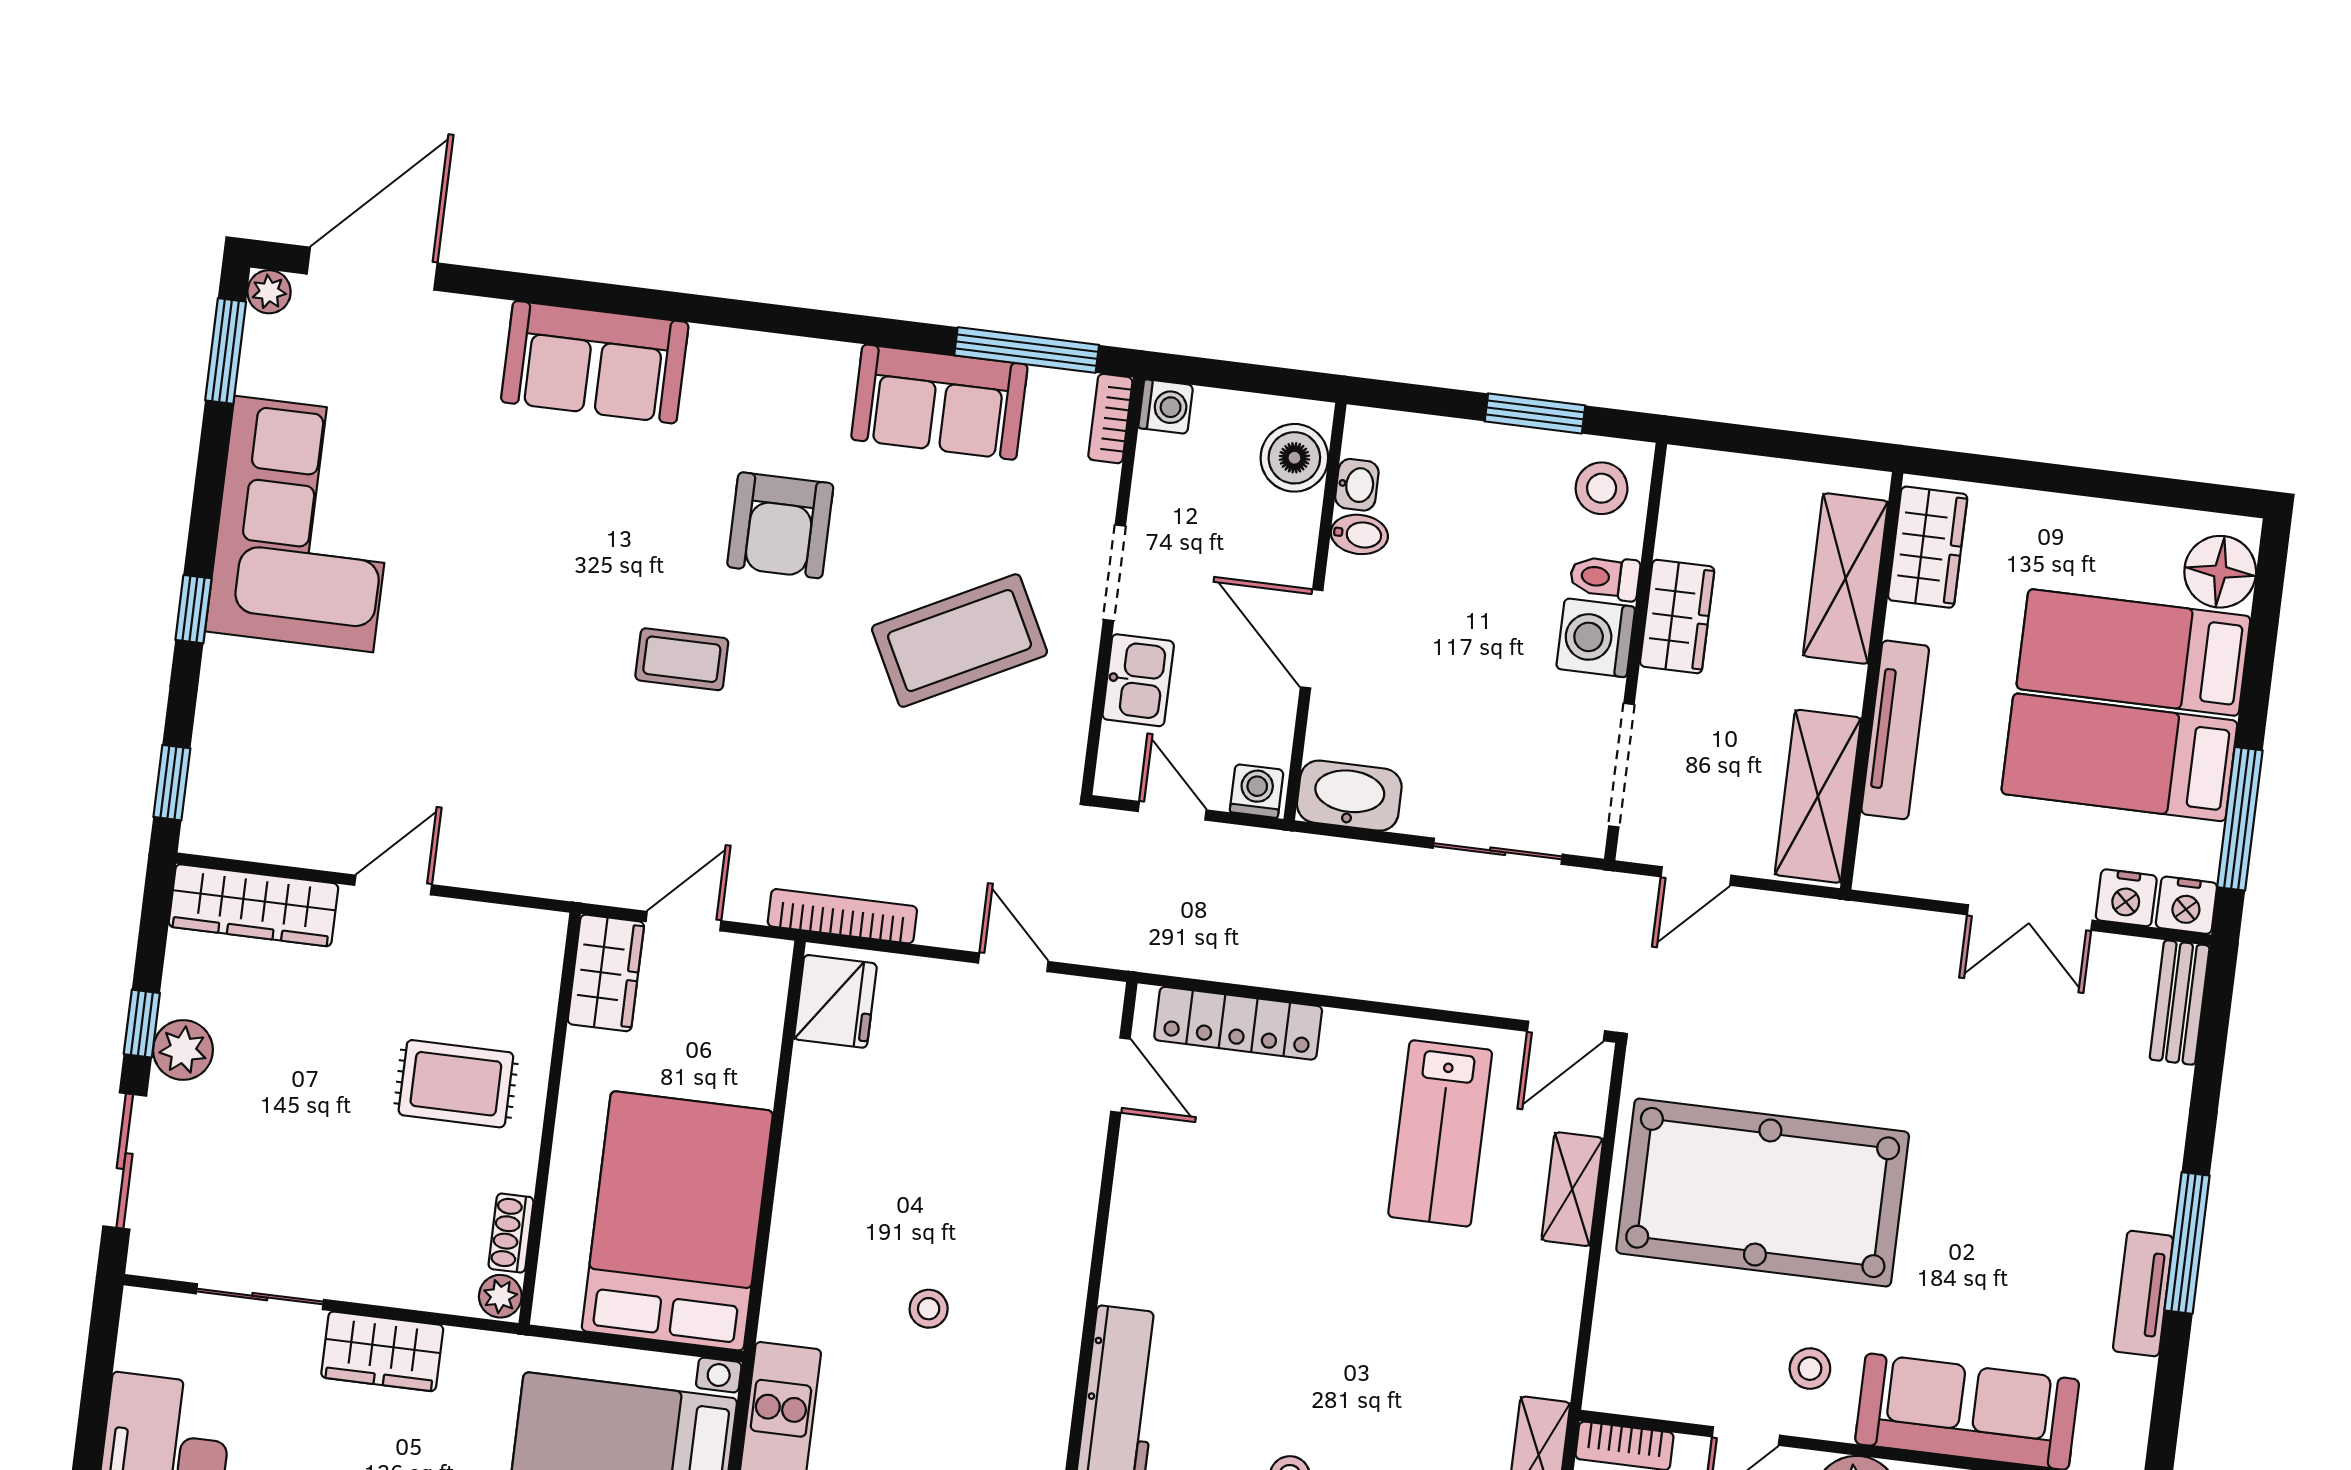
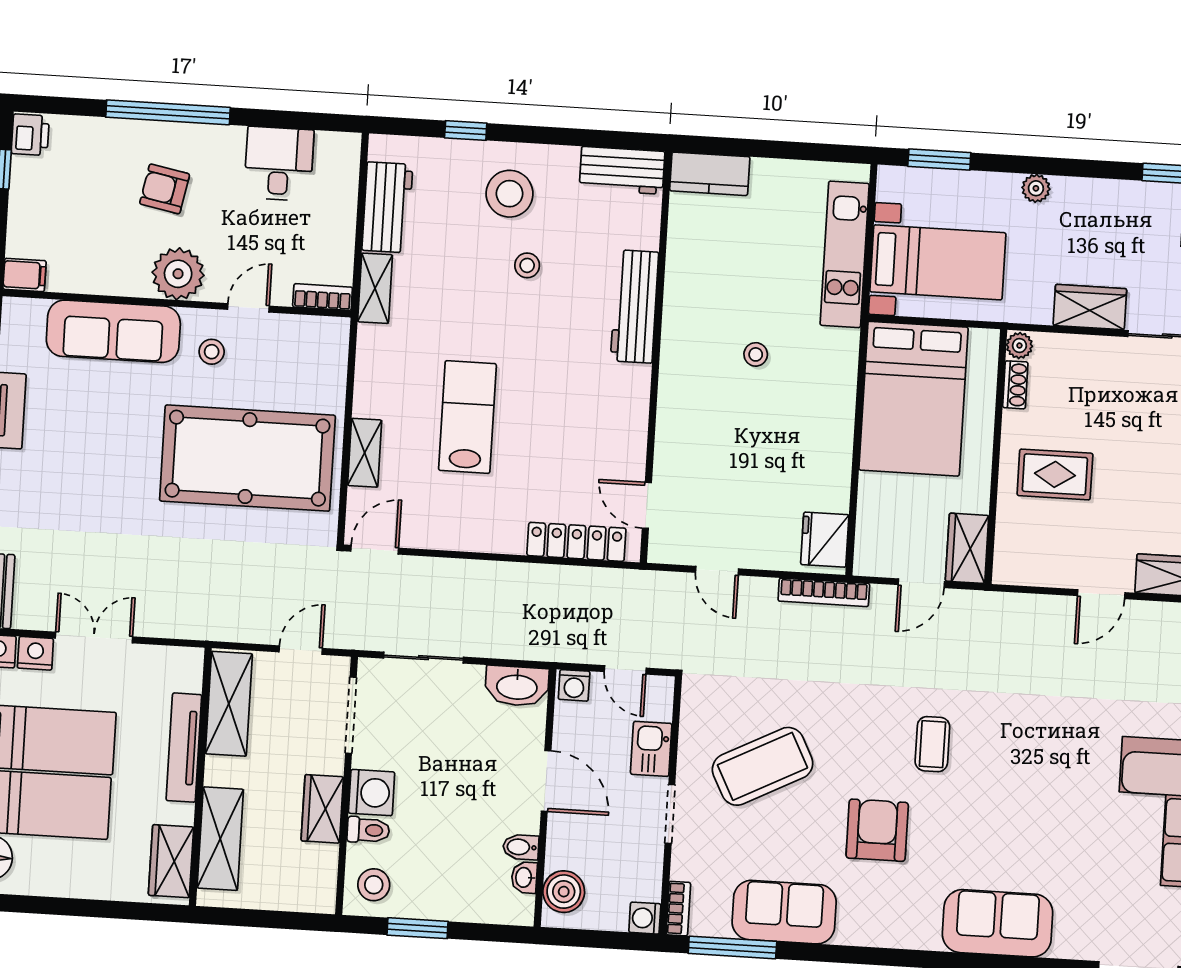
coffee table: (682, 659) -> (932, 744), turned 90
lab bench: (1440, 1133) -> (467, 417), moved

